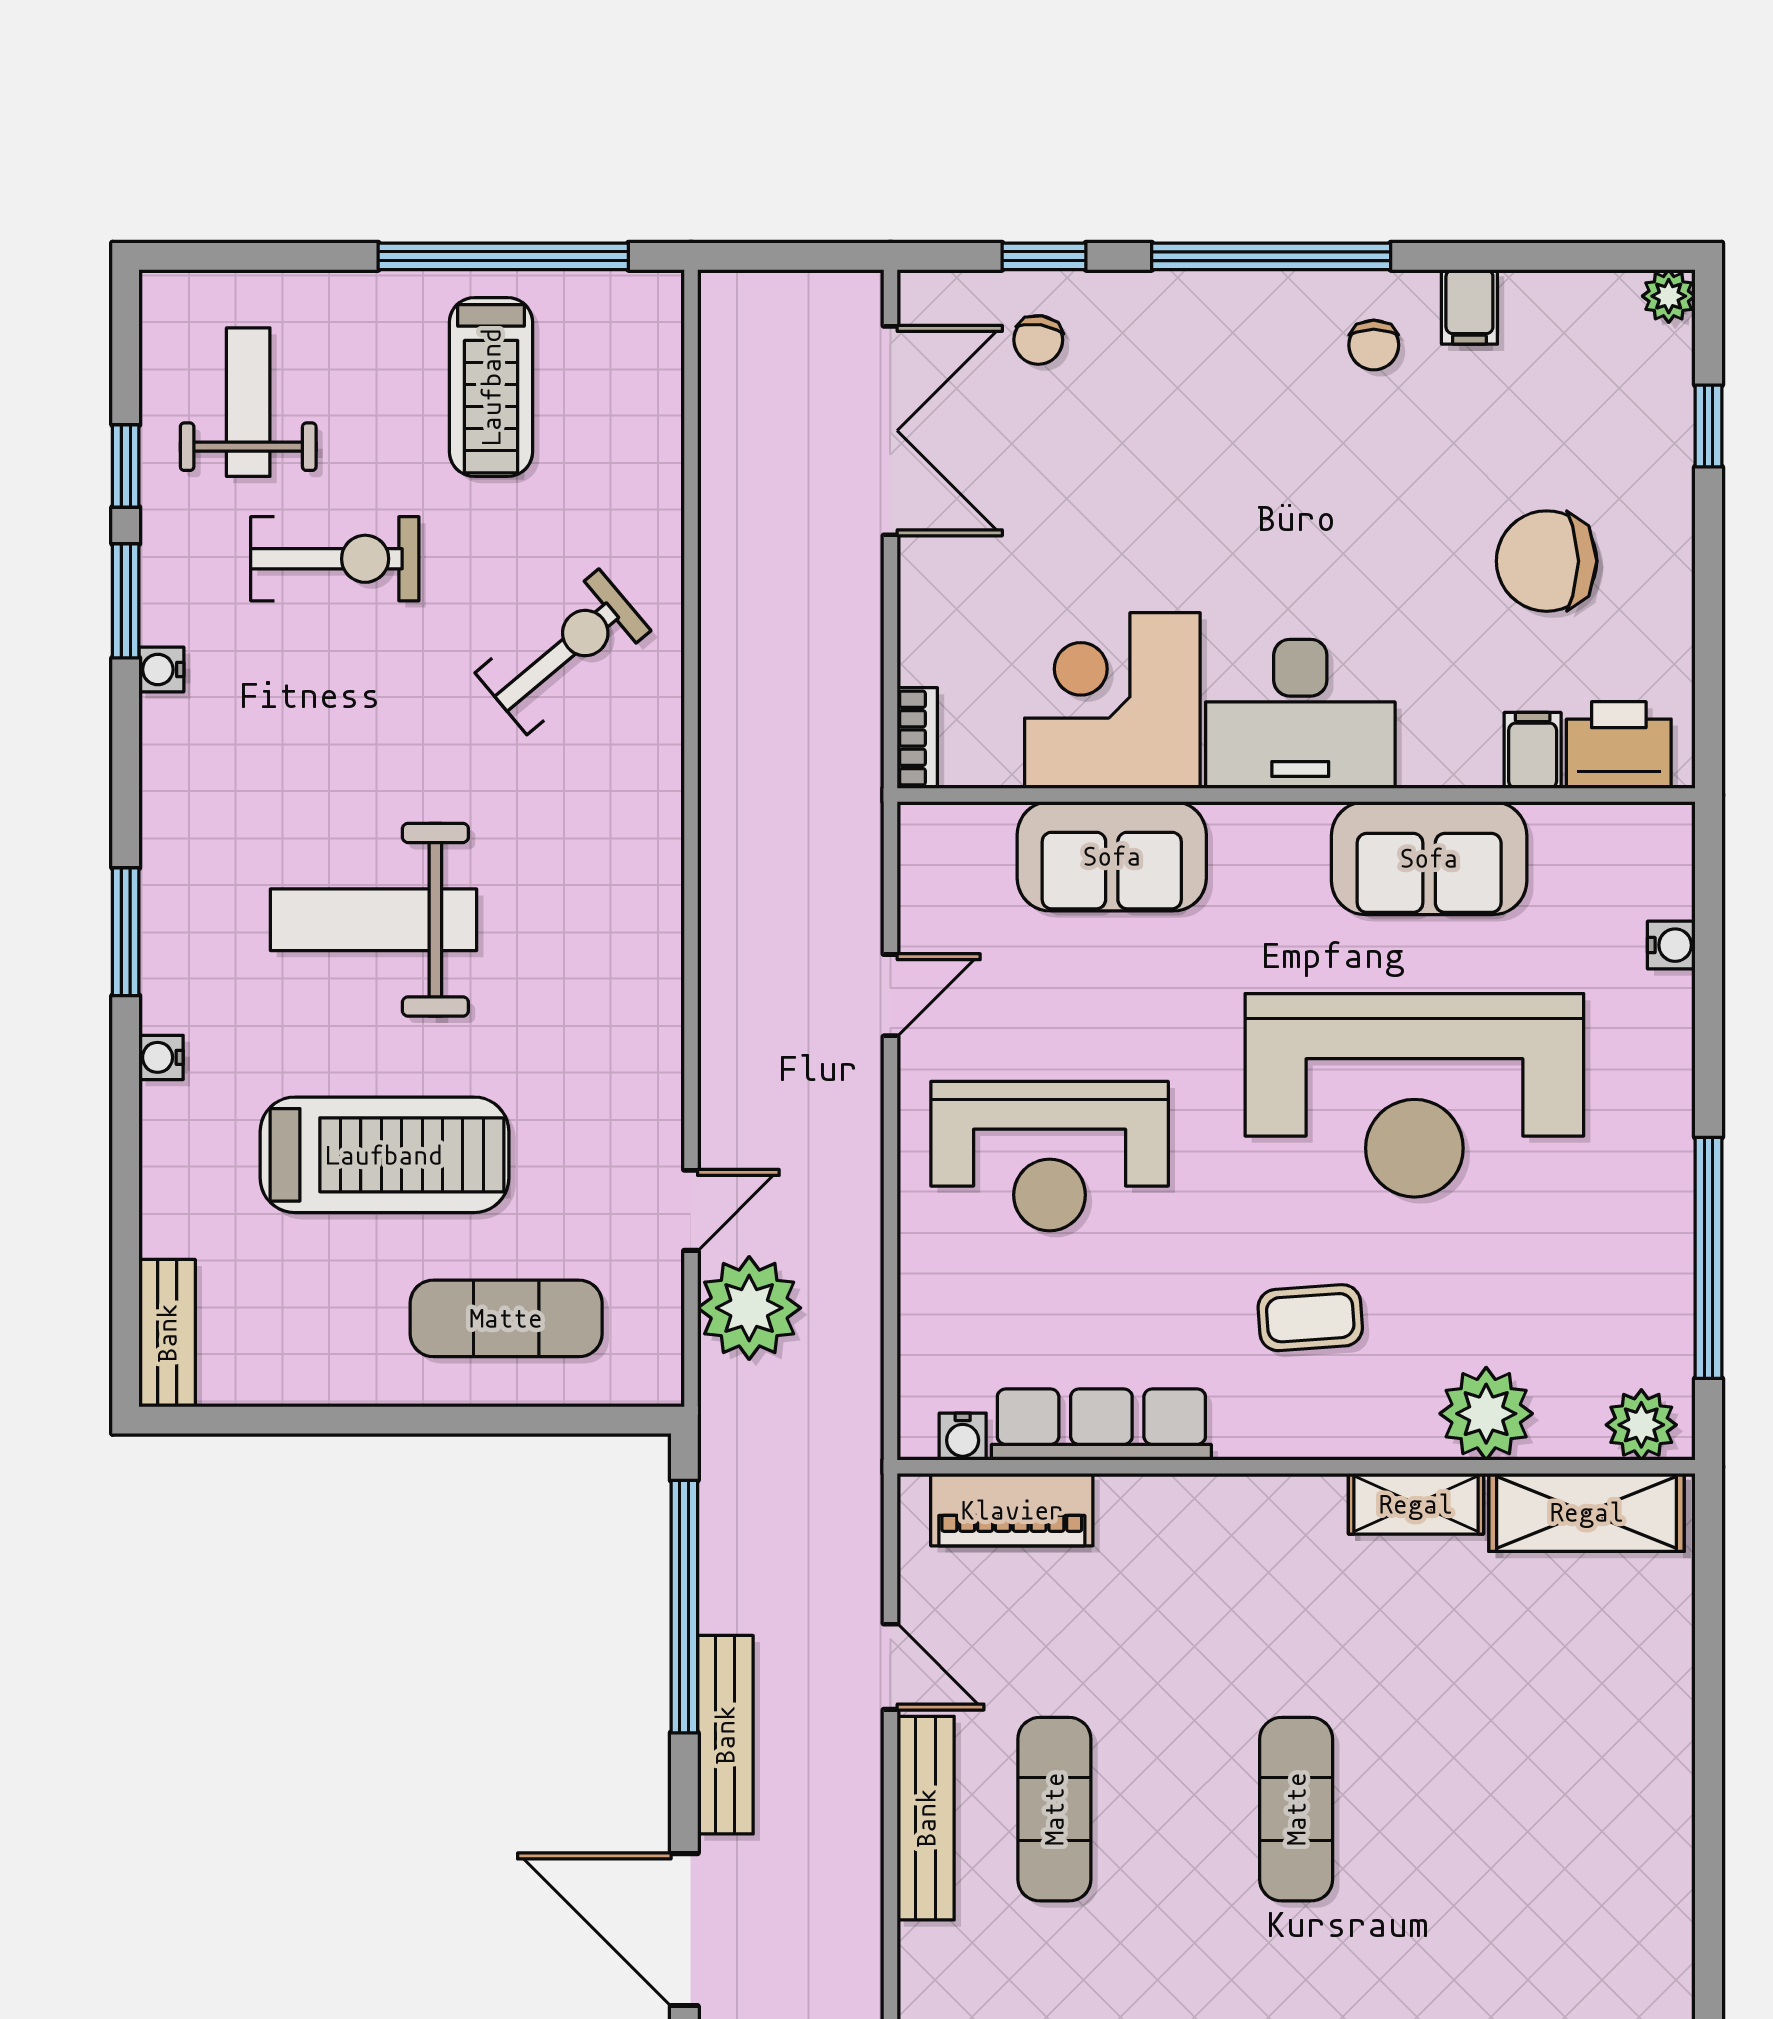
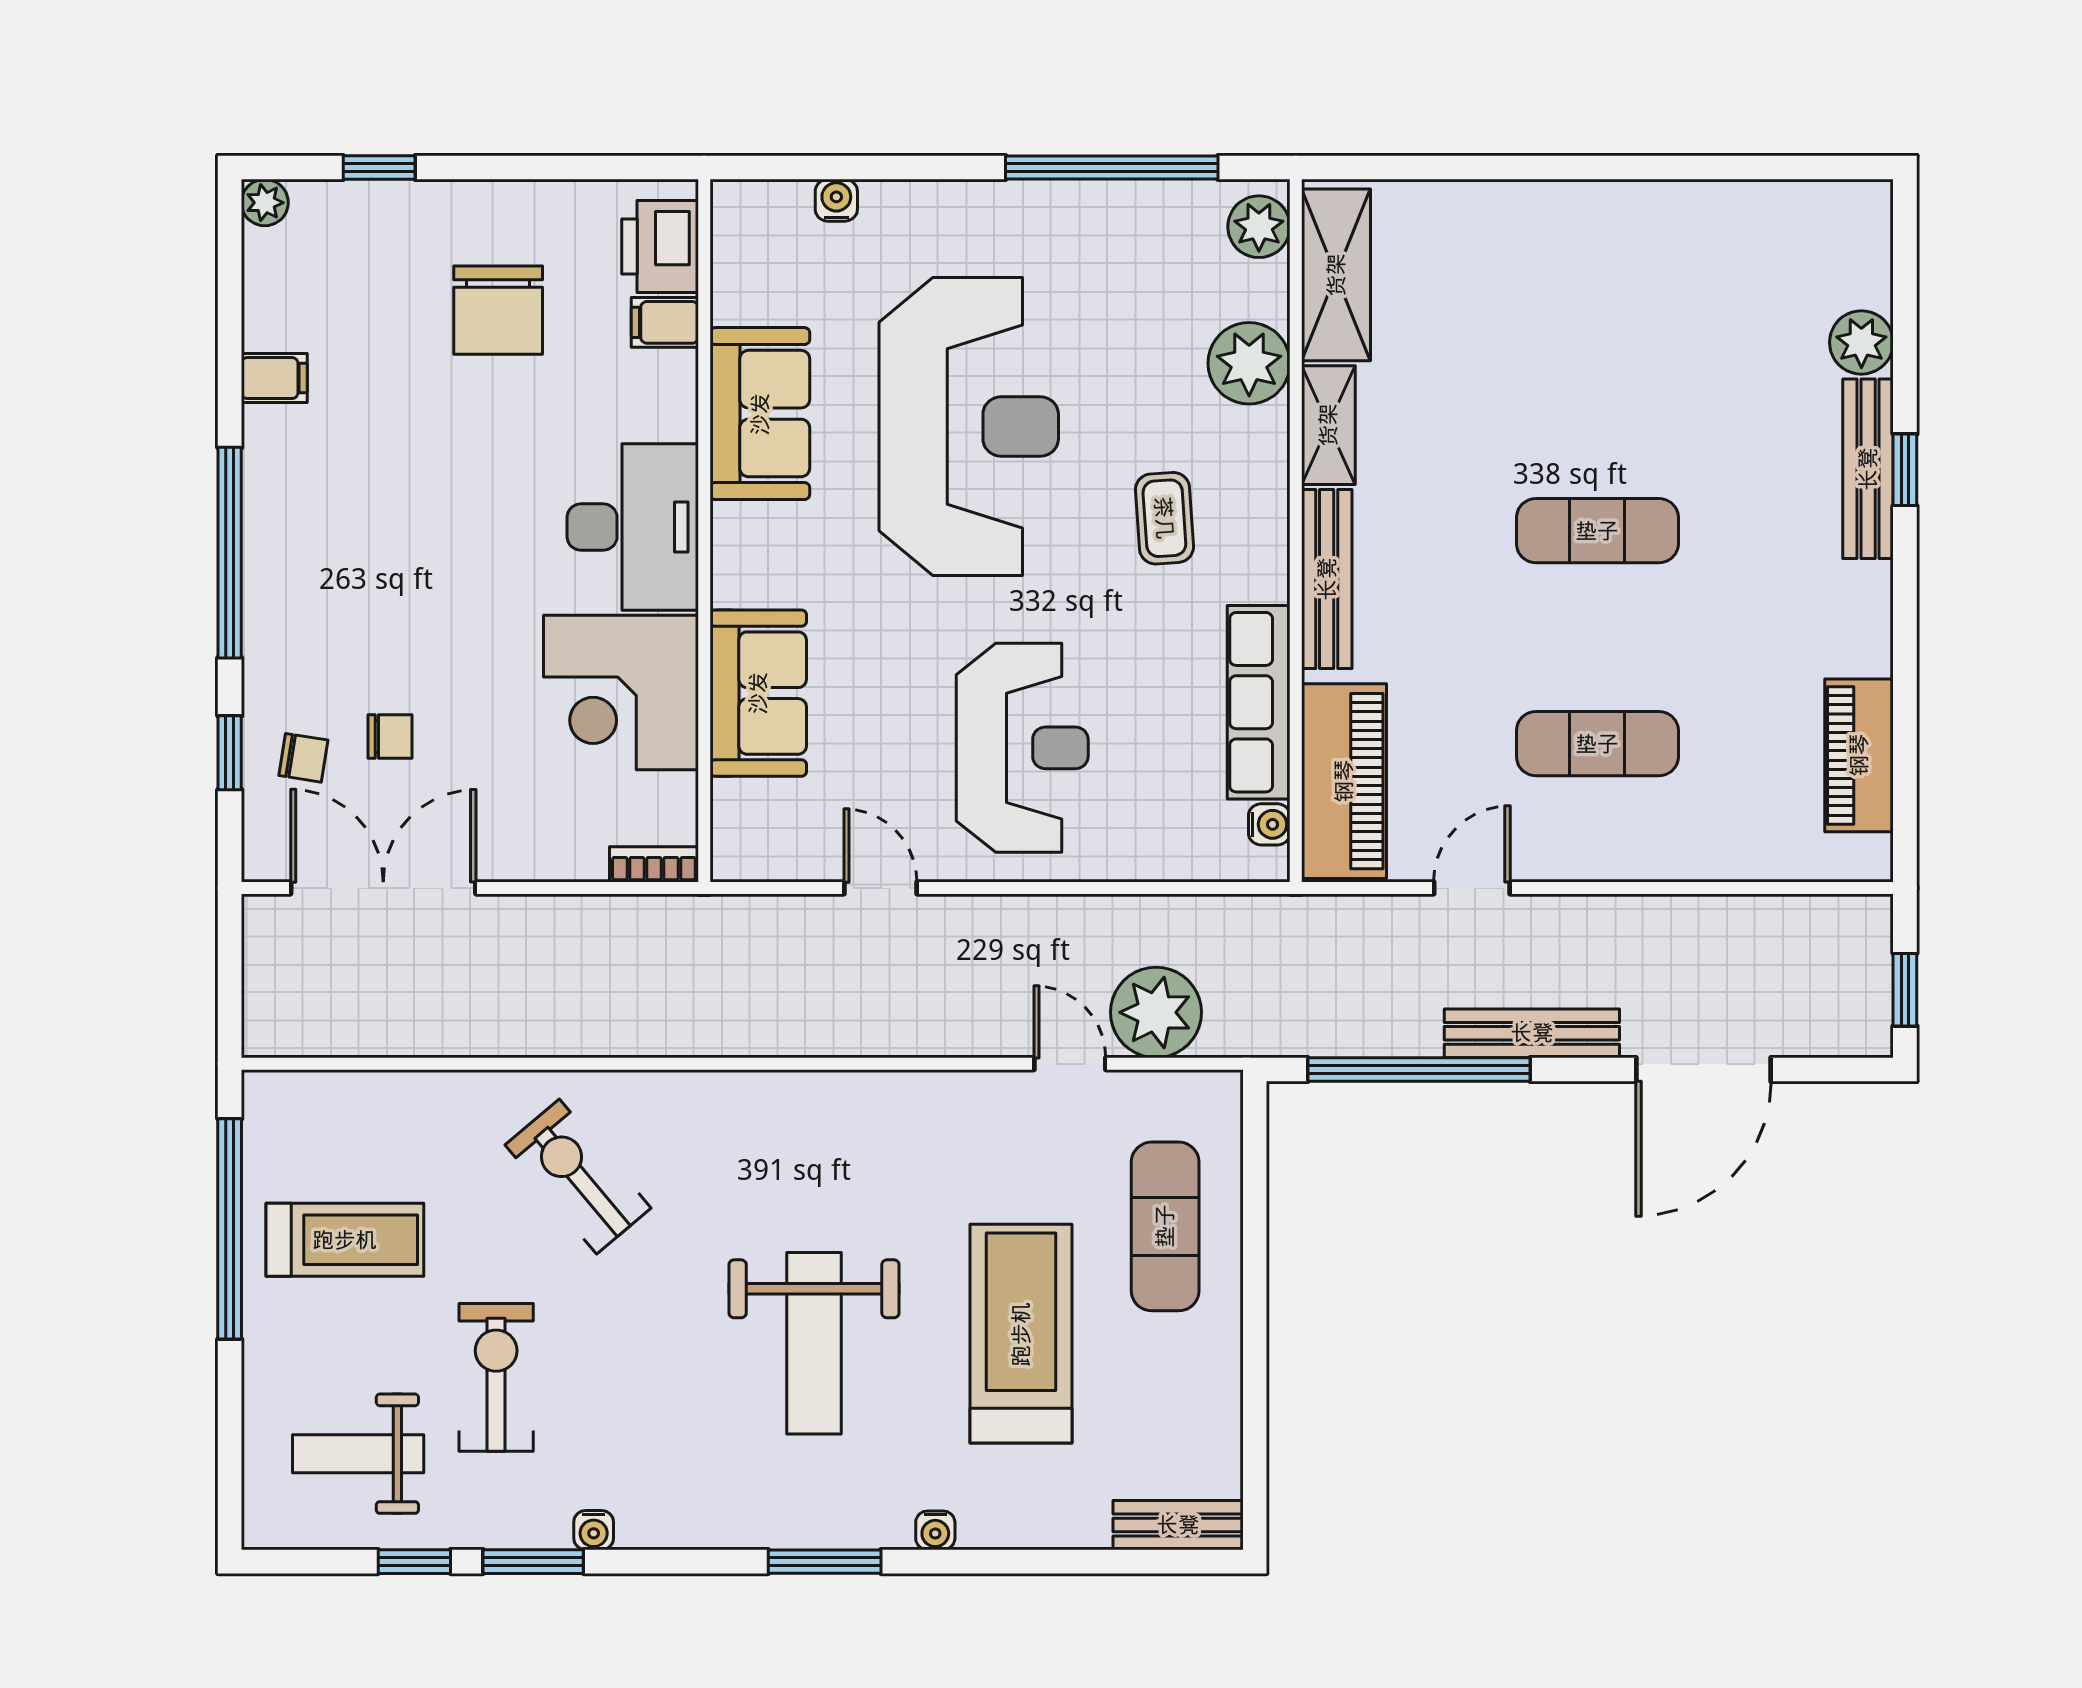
chair: (1374, 345) -> (390, 736), moved
piano: (1012, 1510) -> (1344, 781), width x1.37, depth x1.33
bench: (926, 1818) -> (1327, 579), moved, turned 90

